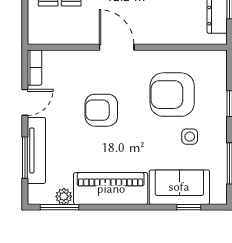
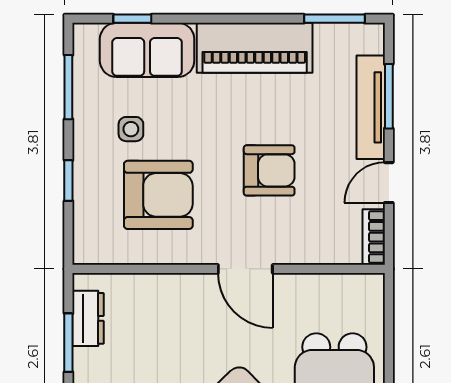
plant: (64, 196) -> (328, 35), removed

